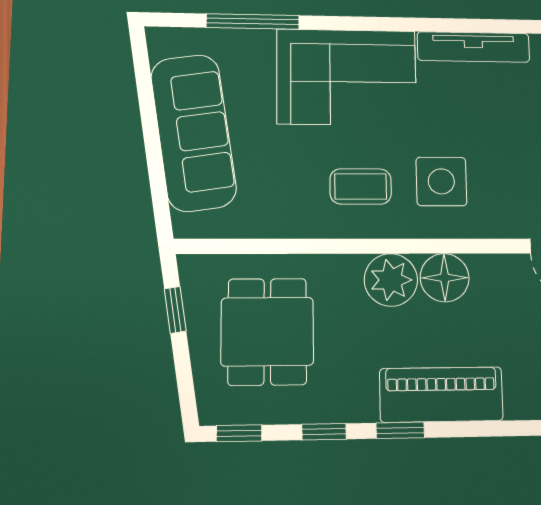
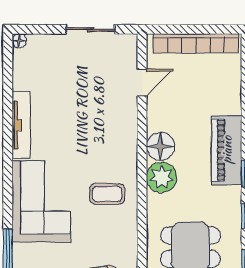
side table: (441, 181) -> (104, 147), removed
coffee table: (361, 186) -> (107, 194), turned 90

